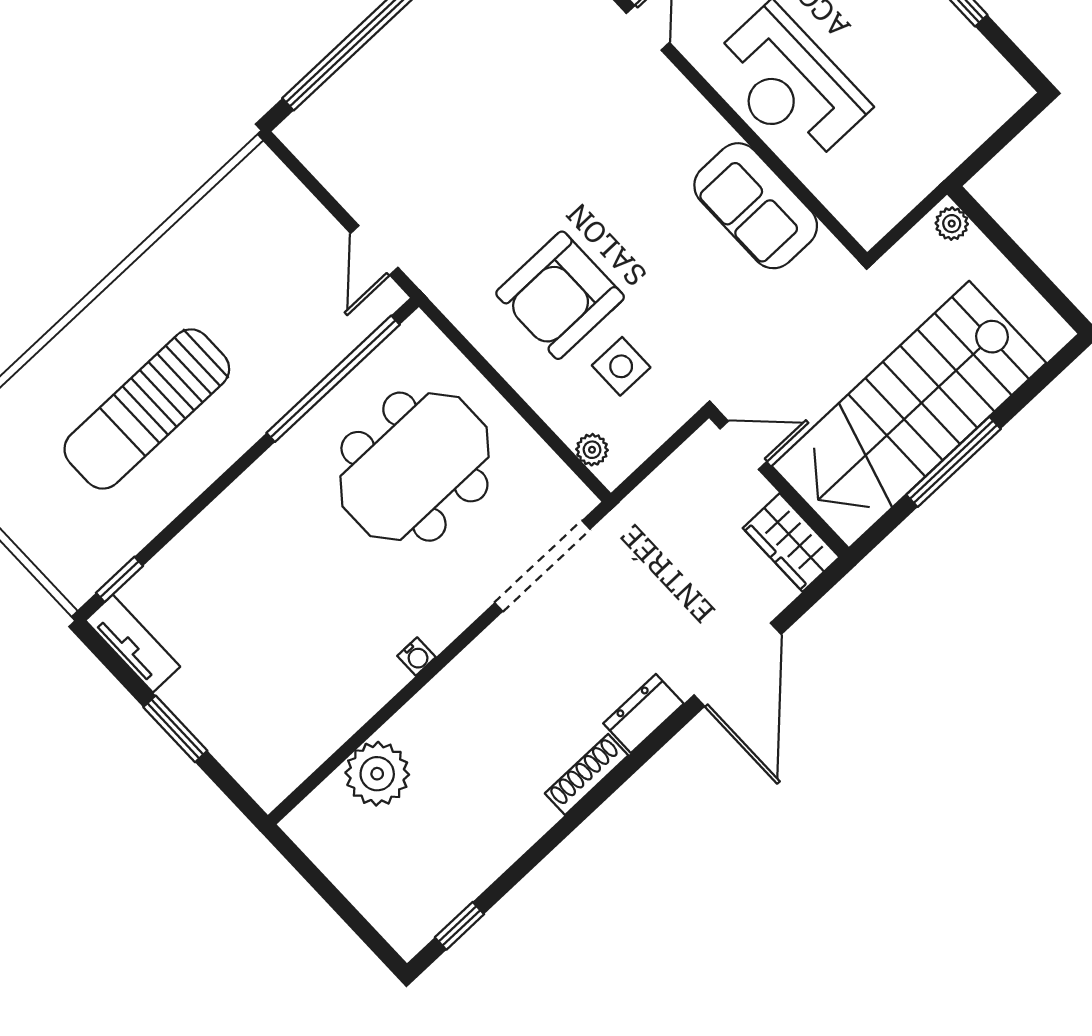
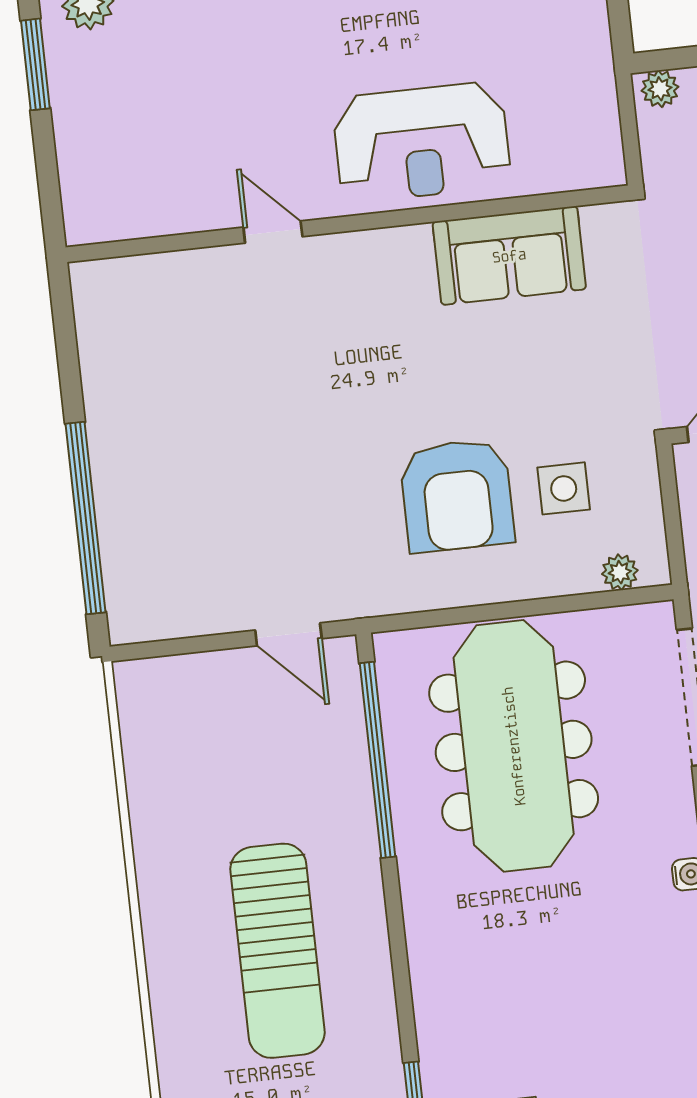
meeting table: (414, 467) -> (514, 746), width x1.36

